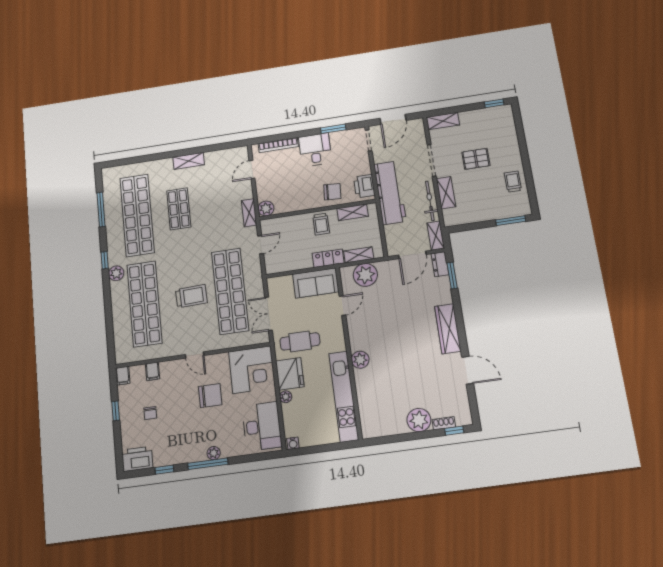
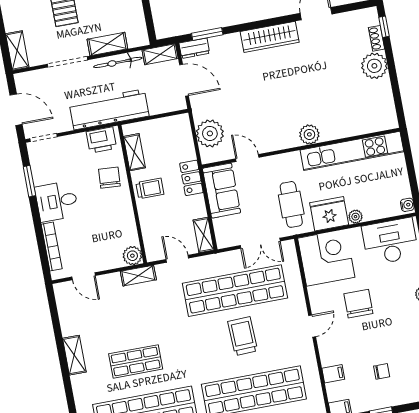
shelving: (359, 255) -> (204, 235), moved

